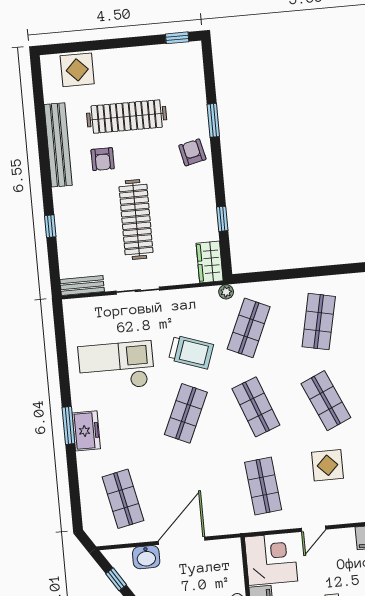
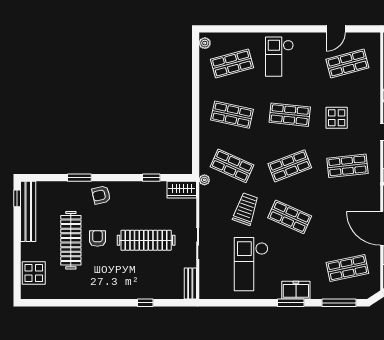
bench: (58, 145) -> (28, 211), moved, turned 90
armchair: (103, 159) -> (97, 238), moved, turned -90
shop shelf: (326, 401) -> (290, 115), turned 30
window: (74, 492) -> (339, 303), added

